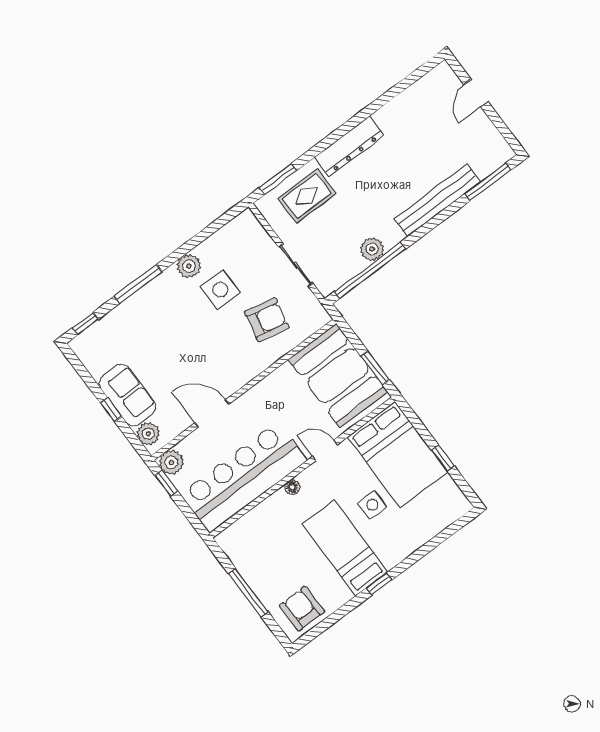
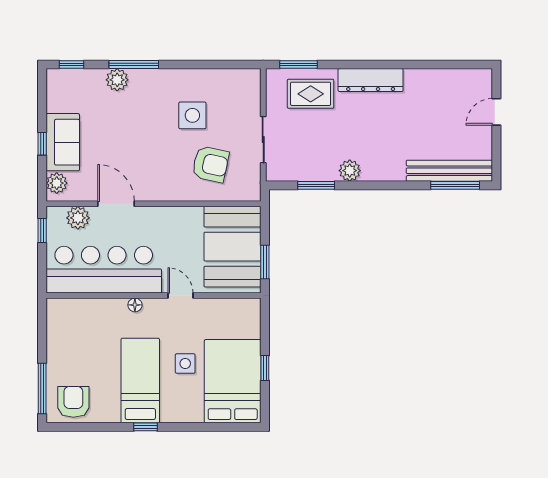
bench: (437, 200) -> (449, 171), moved
plant: (372, 249) -> (350, 171), moved
plant: (189, 266) -> (117, 80), moved
window: (370, 270) -> (316, 185), width x0.47
bed: (397, 454) -> (233, 381), moved, turned 180
plant: (171, 462) -> (78, 218), moved
window: (248, 593) -> (42, 389), moved

